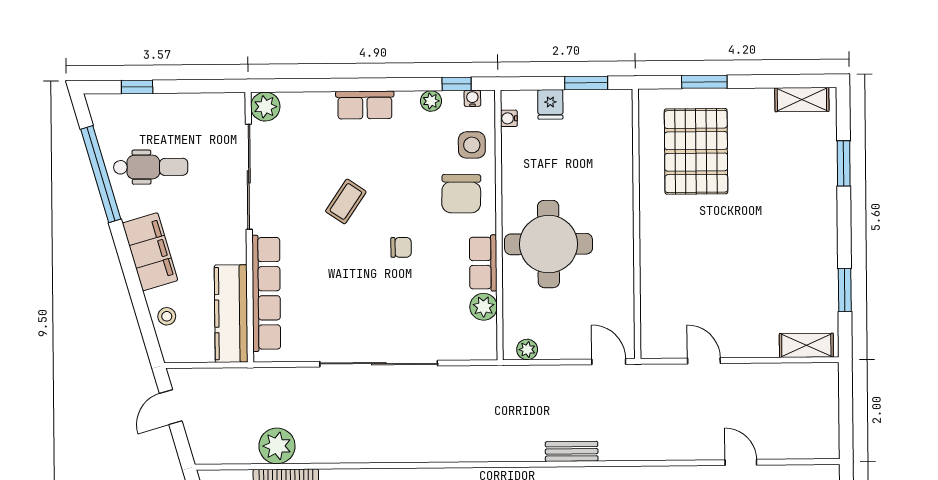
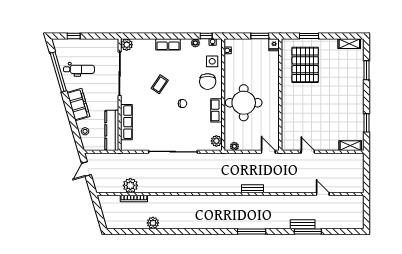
fridge: (550, 104) -> (274, 45), moved
row of seats: (266, 293) -> (126, 122), width x0.73
plant: (484, 307) -> (216, 141), moved

